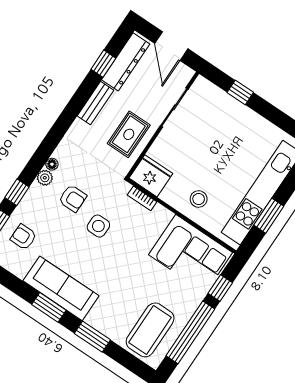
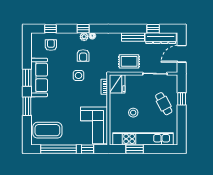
cafe table: (229, 125) -> (164, 104), added
window: (17, 192) -> (83, 29), moved
stool: (199, 199) -> (133, 113), moved

